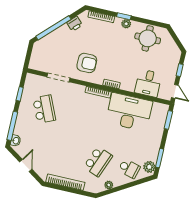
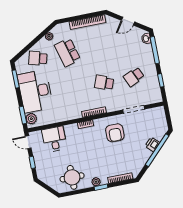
printer: (75, 24) -> (152, 144), moved
armchair: (87, 63) -> (115, 133), turned -90
school desk: (44, 109) -> (134, 77), width x0.54
desk: (129, 112) -> (35, 91), moved, turned 90
school desk: (75, 116) -> (104, 83), added
school desk: (98, 161) -> (67, 52), turned -36
door: (26, 165) -> (128, 21), hinge flipped
plant: (149, 167) -> (31, 119), moved

